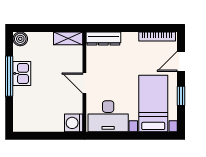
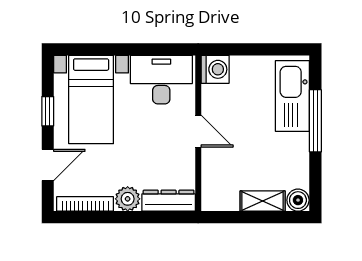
shelving: (68, 38) -> (263, 201), moved
plant: (130, 40) -> (128, 199), added
kitchen sink: (22, 73) -> (292, 96), moved, width x1.88, depth x1.24
window: (9, 76) -> (315, 121), moved

